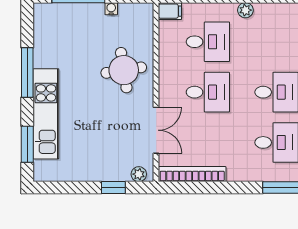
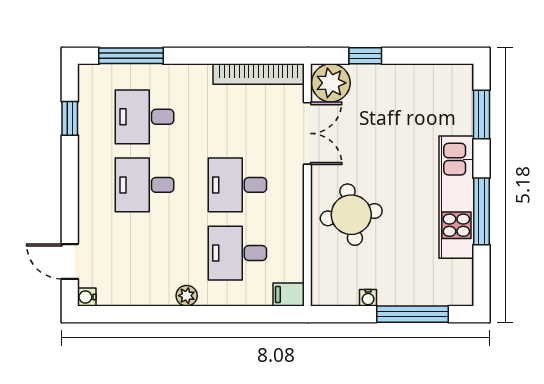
kitchen unit: (46, 114) -> (456, 197), moved
double door: (156, 130) -> (307, 133), swing flipped
plant: (139, 174) -> (331, 83), width x1.88, depth x1.88

